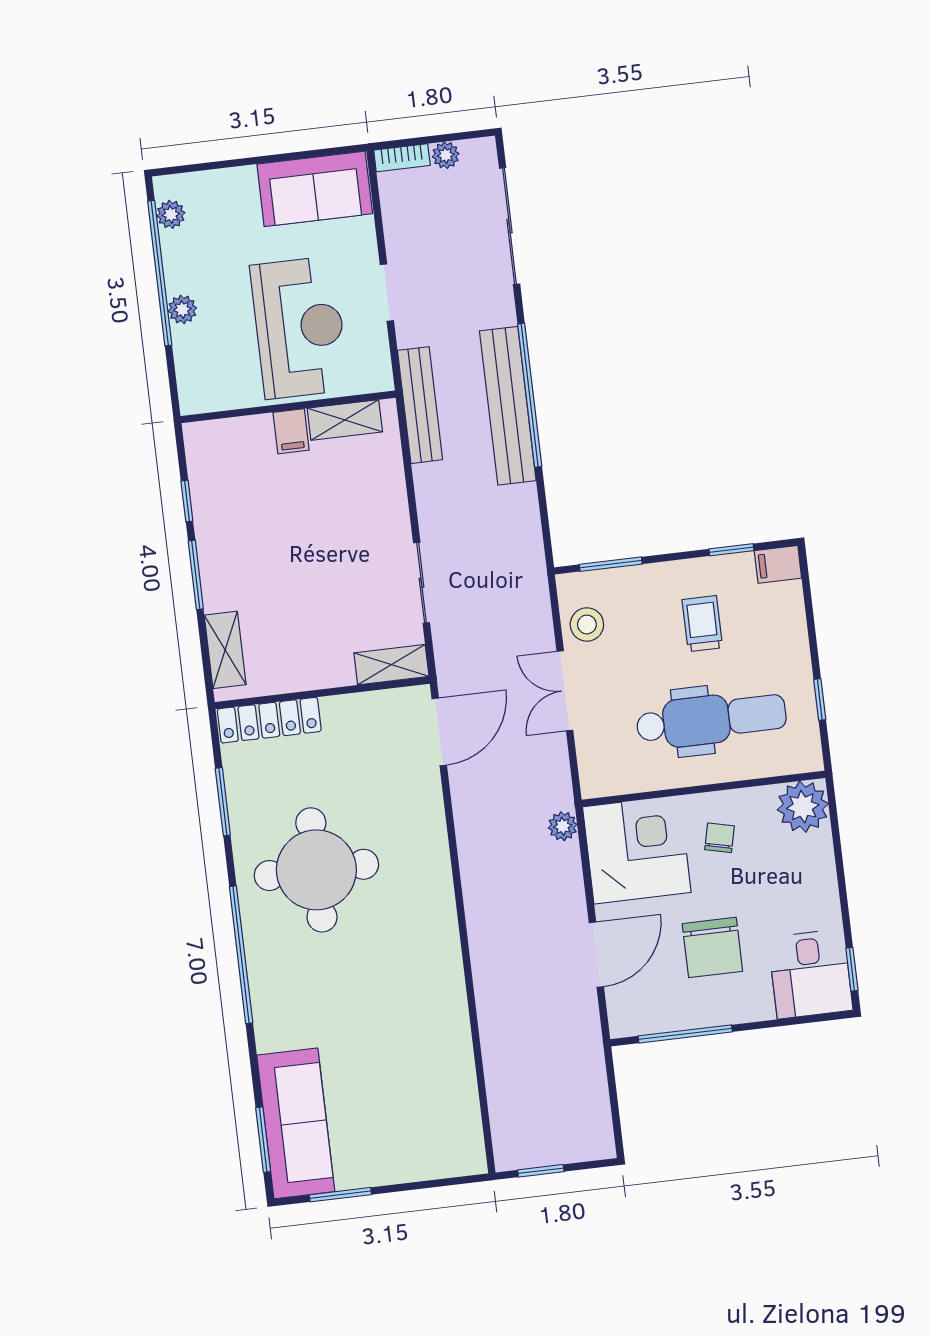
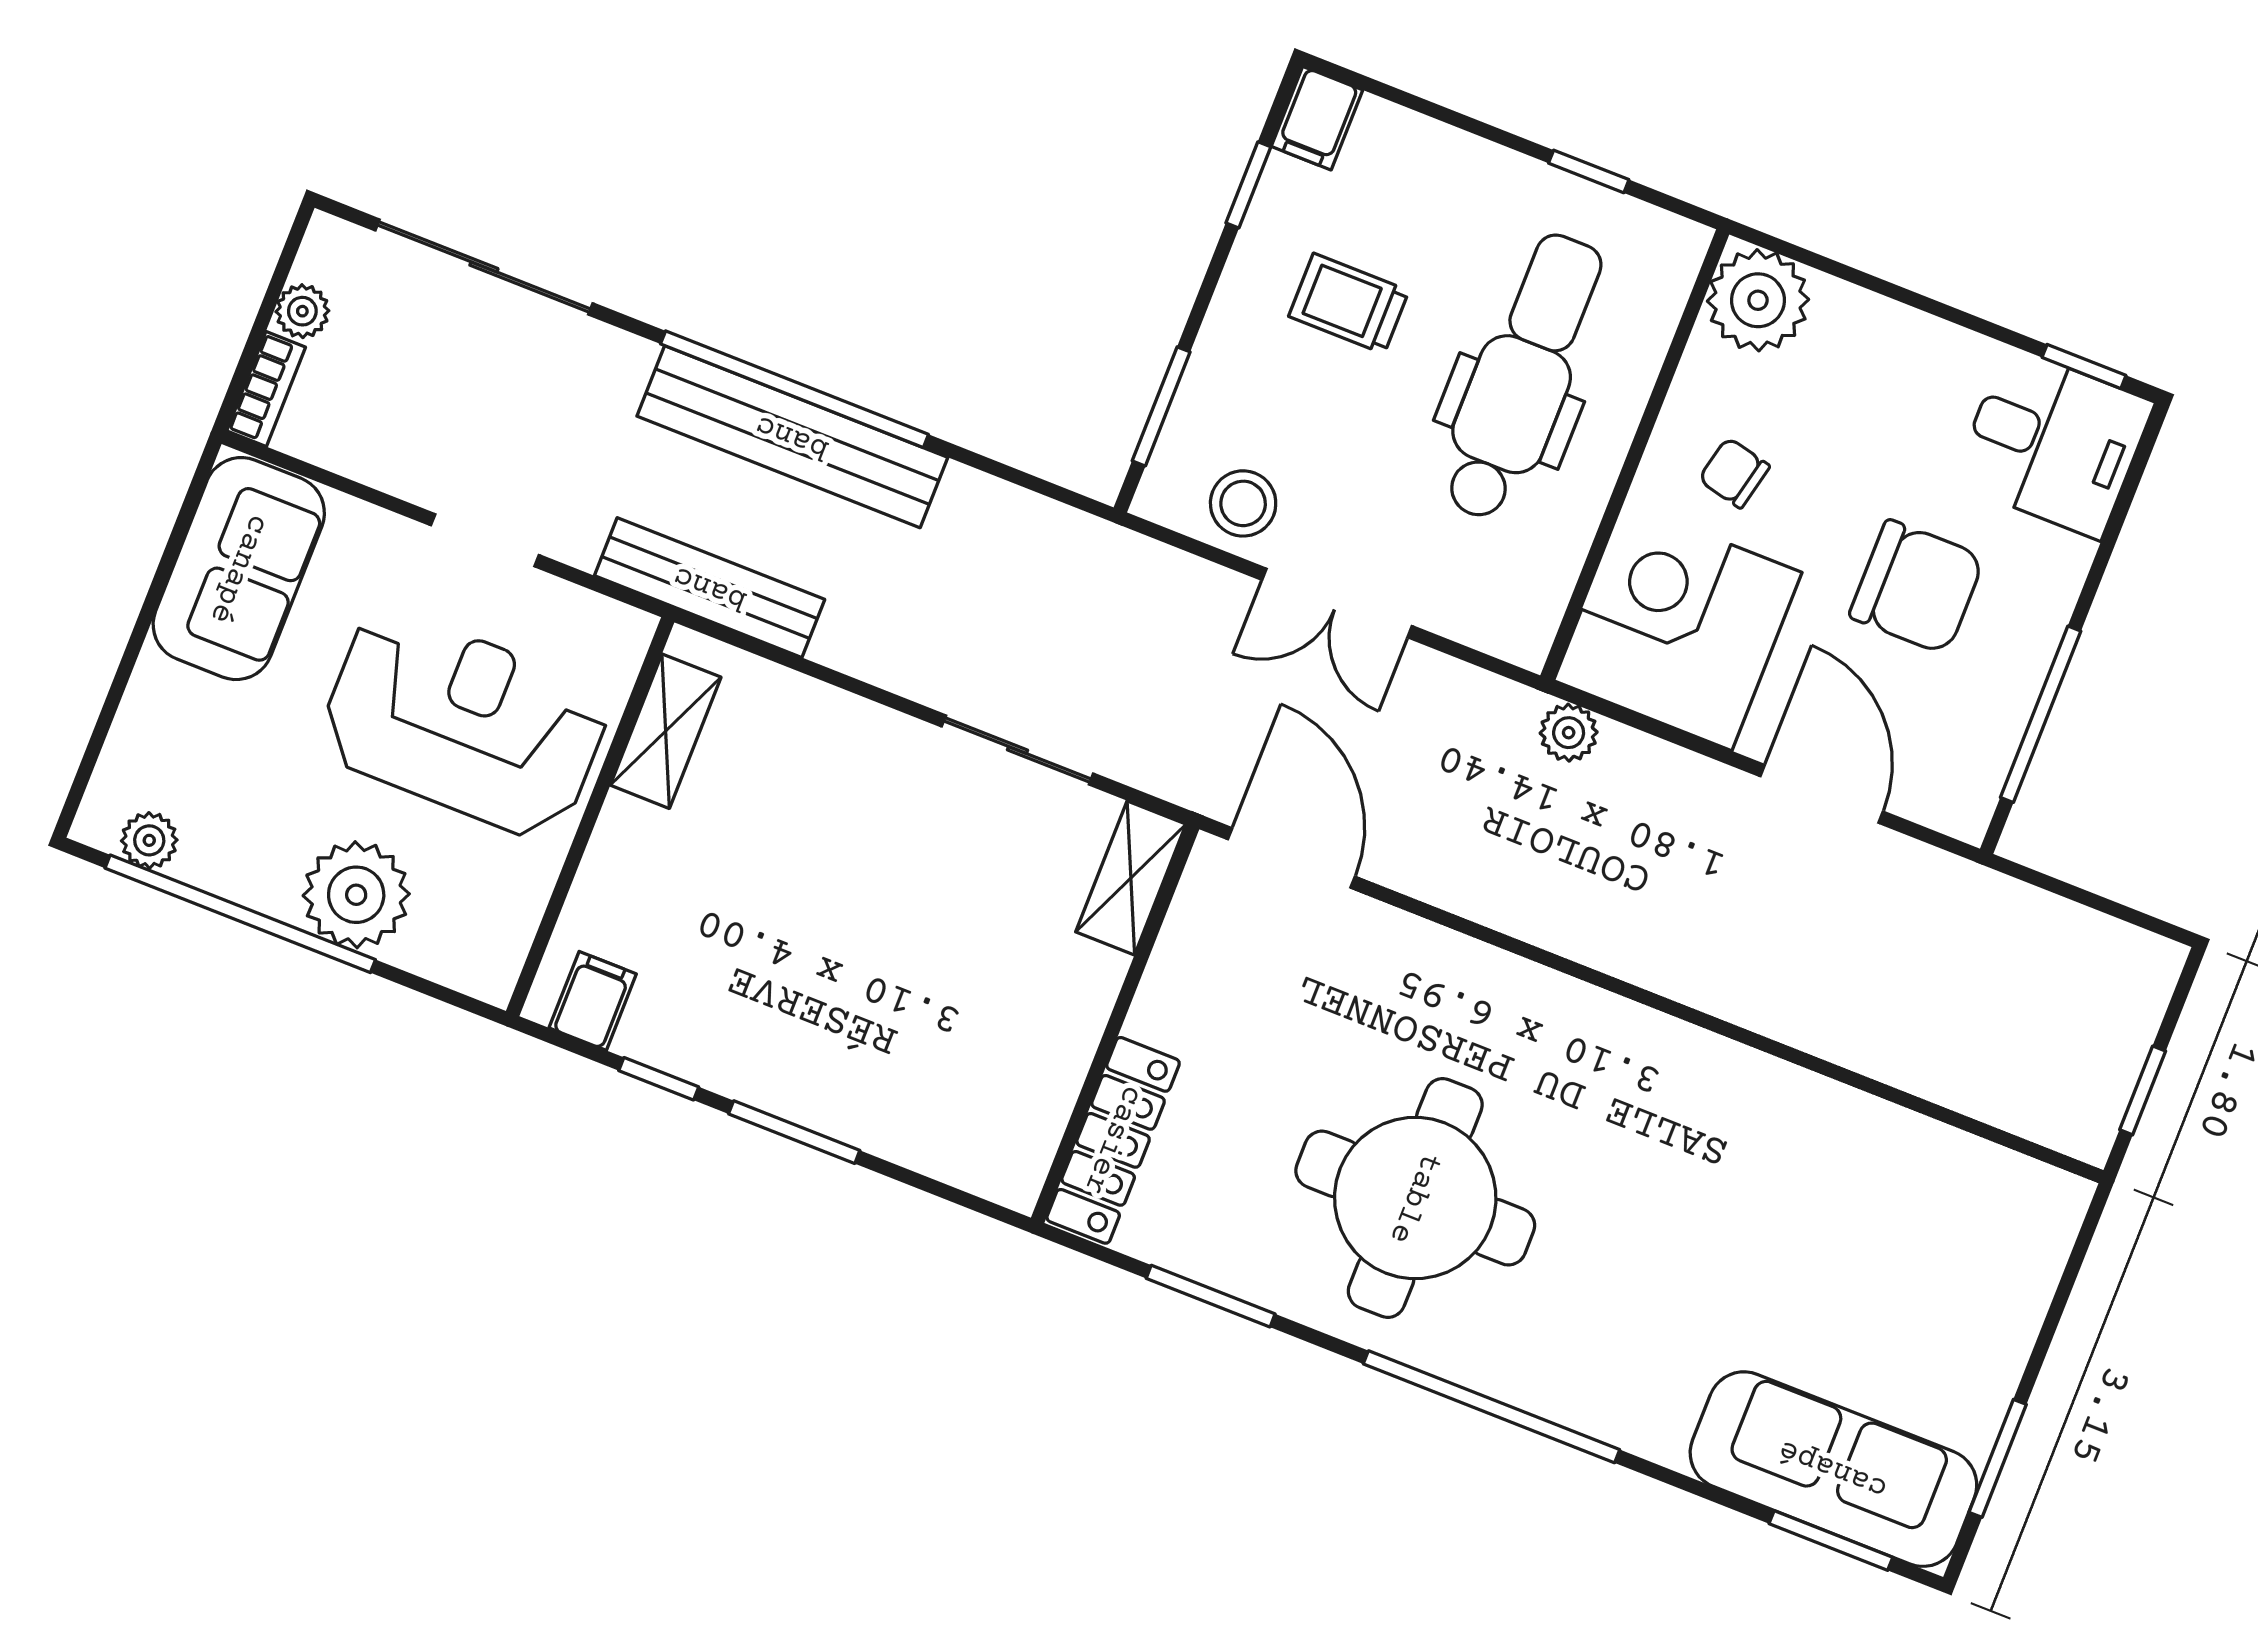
plant: (182, 309) -> (356, 895), width x1.88, depth x1.88
filing cabinet: (291, 431) -> (593, 1001), moved, turned -90
shelving: (225, 650) -> (951, 1151), removed

